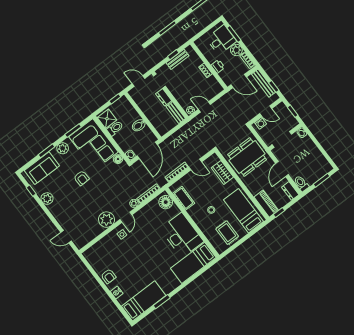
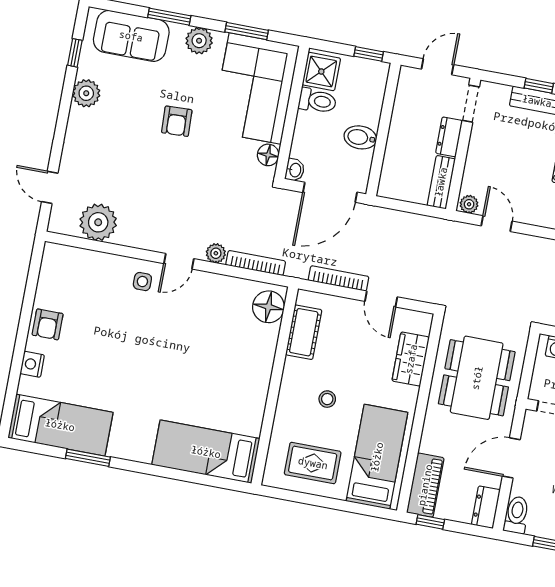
door: (139, 81) -> (438, 67), hinge flipped
dining table: (247, 157) -> (477, 378), turned 90
plant: (107, 220) -> (98, 222), moved
rug: (227, 233) -> (313, 463), turned 90
desk: (182, 235) -> (236, 387), removed

